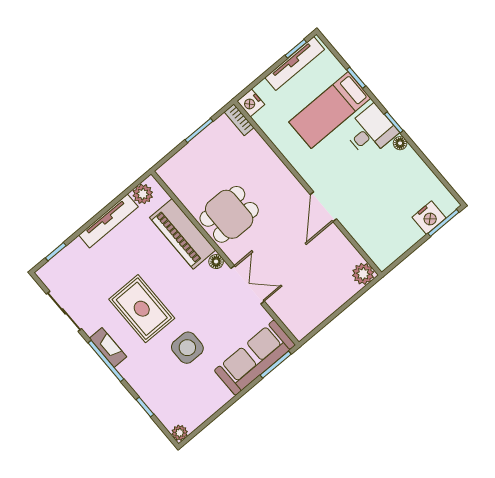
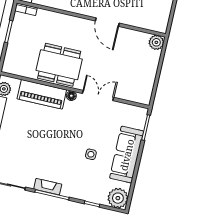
dining table: (229, 214) -> (59, 65), width x1.38
rug: (142, 309) -> (50, 152), removed
side table: (187, 348) -> (91, 154), width x0.54, depth x0.54
sofa: (255, 358) -> (127, 155), moved
plant: (180, 433) -> (118, 198), width x1.87, depth x1.87

